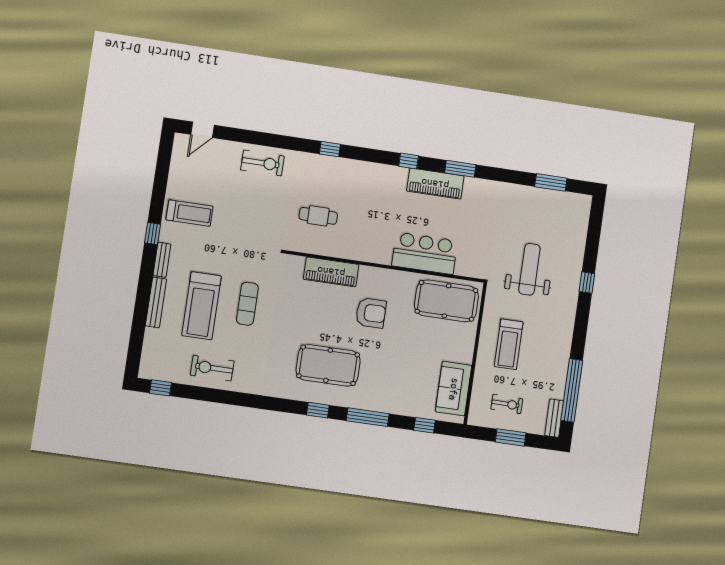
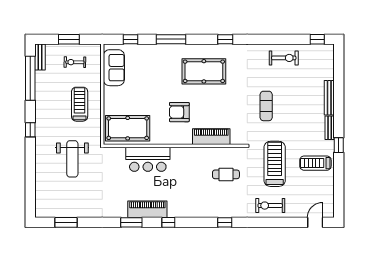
window: (587, 283) -> (30, 130), moved
treadmill: (202, 306) -> (275, 164), moved
window: (318, 410) -> (225, 39), moved

